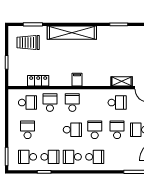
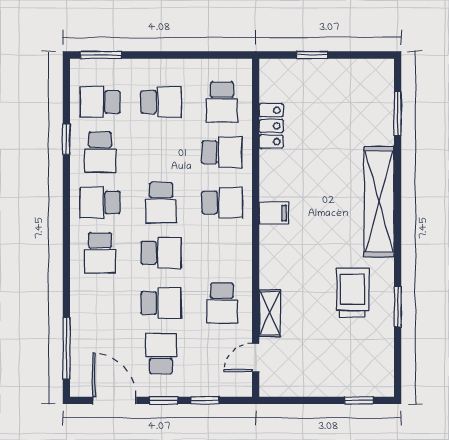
trolley: (28, 43) -> (352, 293), moved
school desk: (28, 157) -> (100, 102), turned -90
school desk: (72, 157) -> (100, 203), turned -90

